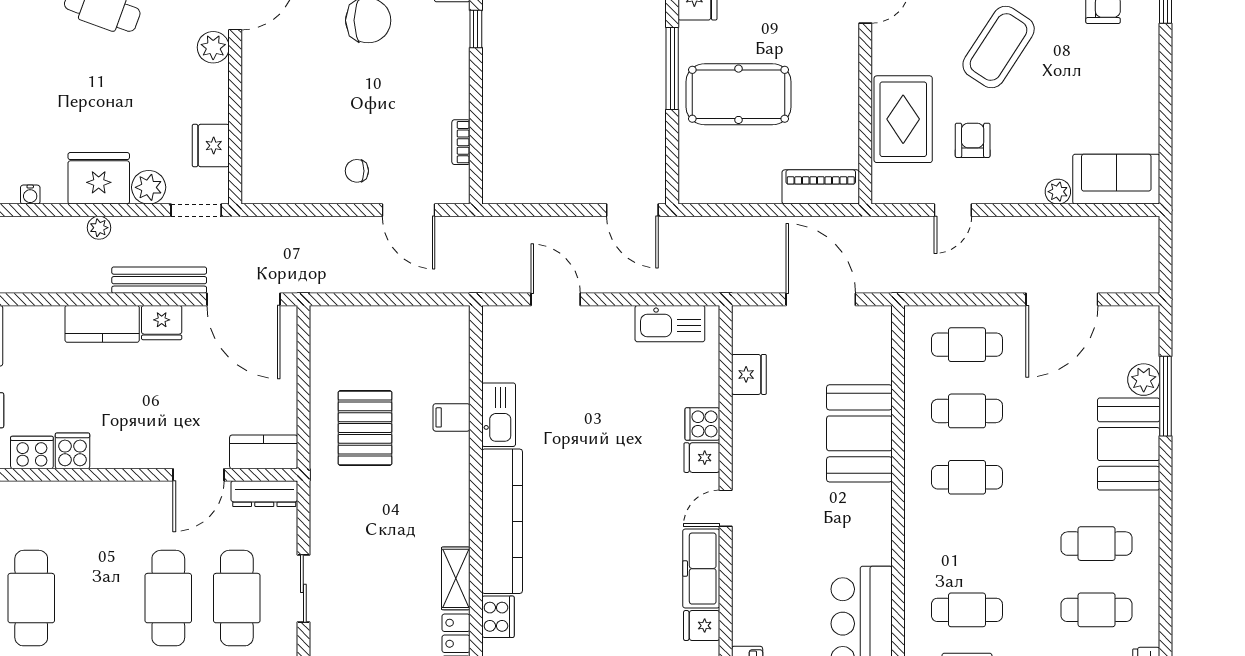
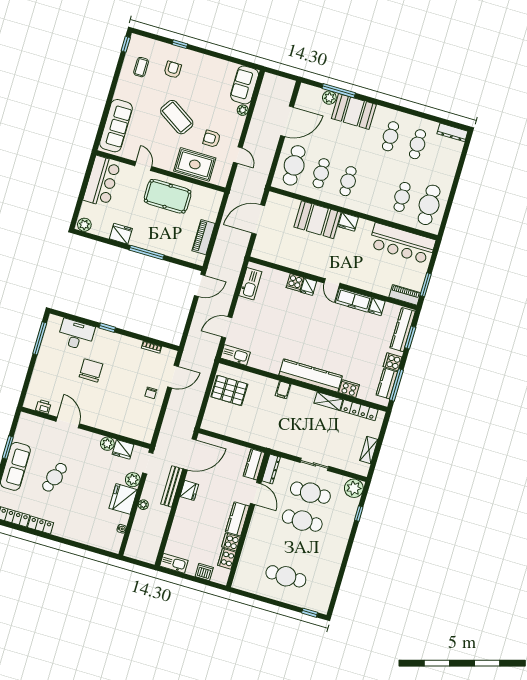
plant: (213, 47) -> (107, 444), moved
pool table: (739, 94) -> (168, 196), moved, turned 90
piano: (821, 187) -> (203, 237), moved
door: (1062, 299) -> (287, 121), hinge flipped
kitchen counter: (102, 324) -> (237, 519), moved, turned 180
cafe table: (967, 345) -> (294, 165), width x1.37, depth x1.35
fridge: (749, 374) -> (348, 222), moved, turned 180
kitchen sink: (499, 415) -> (235, 355), moved
filing cabinet: (452, 417) -> (283, 390), moved
pallet: (365, 428) -> (229, 390), moved

